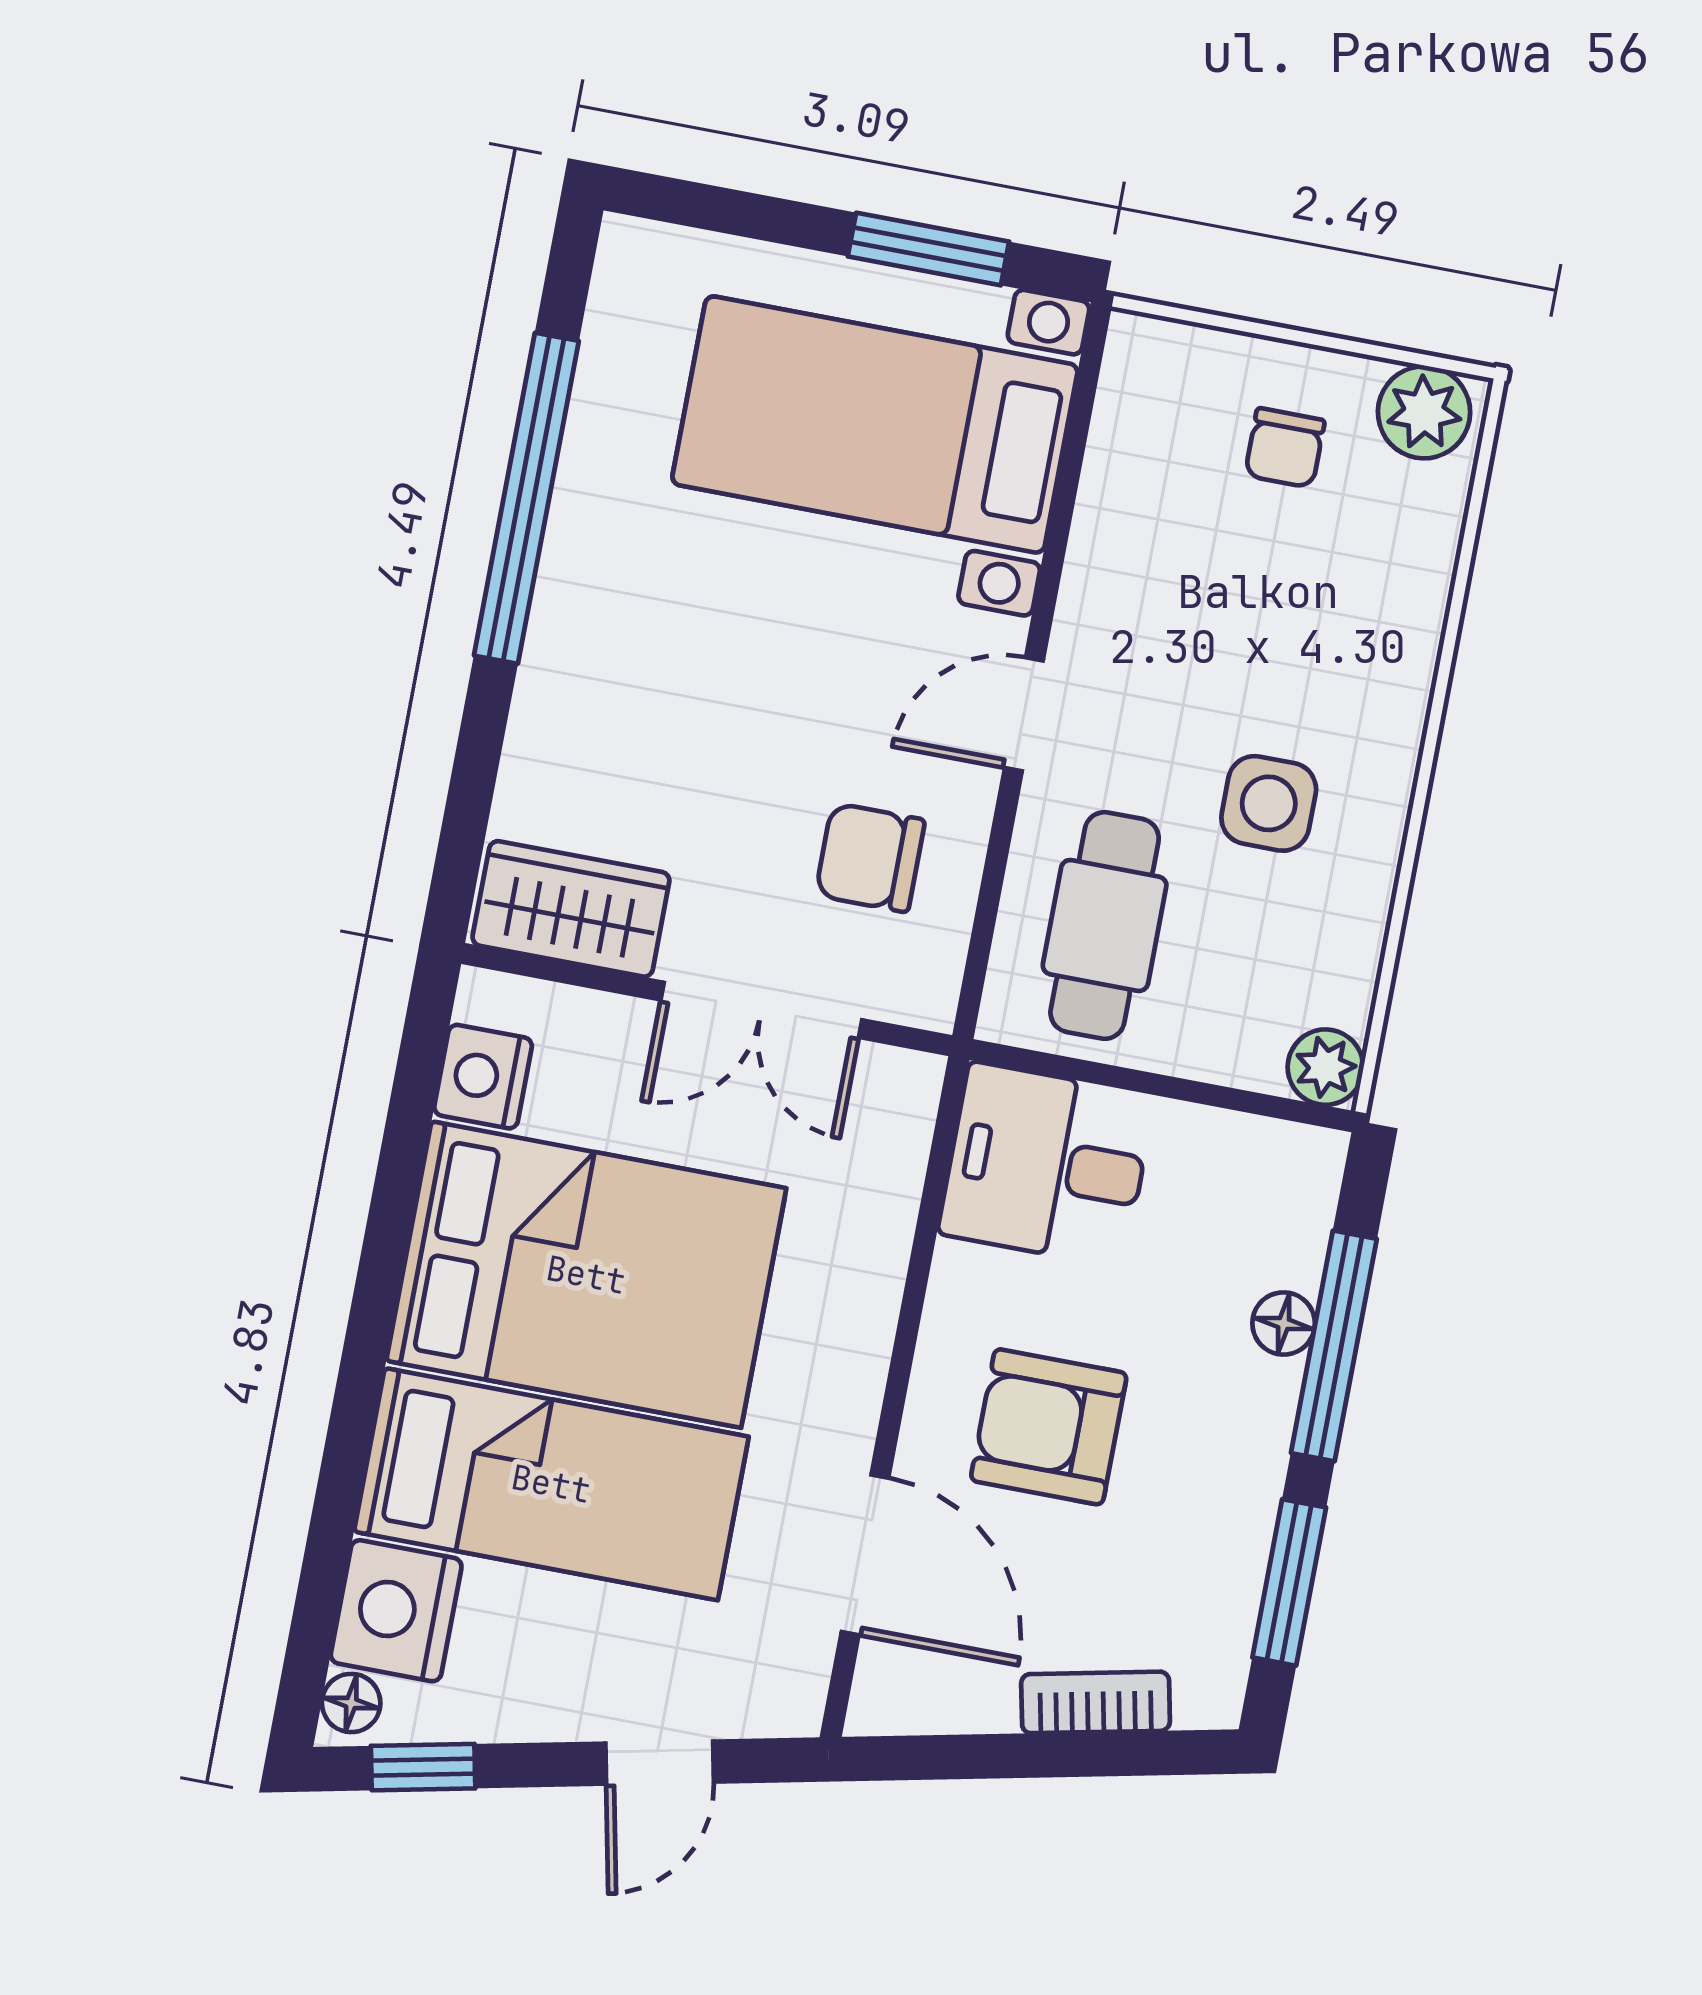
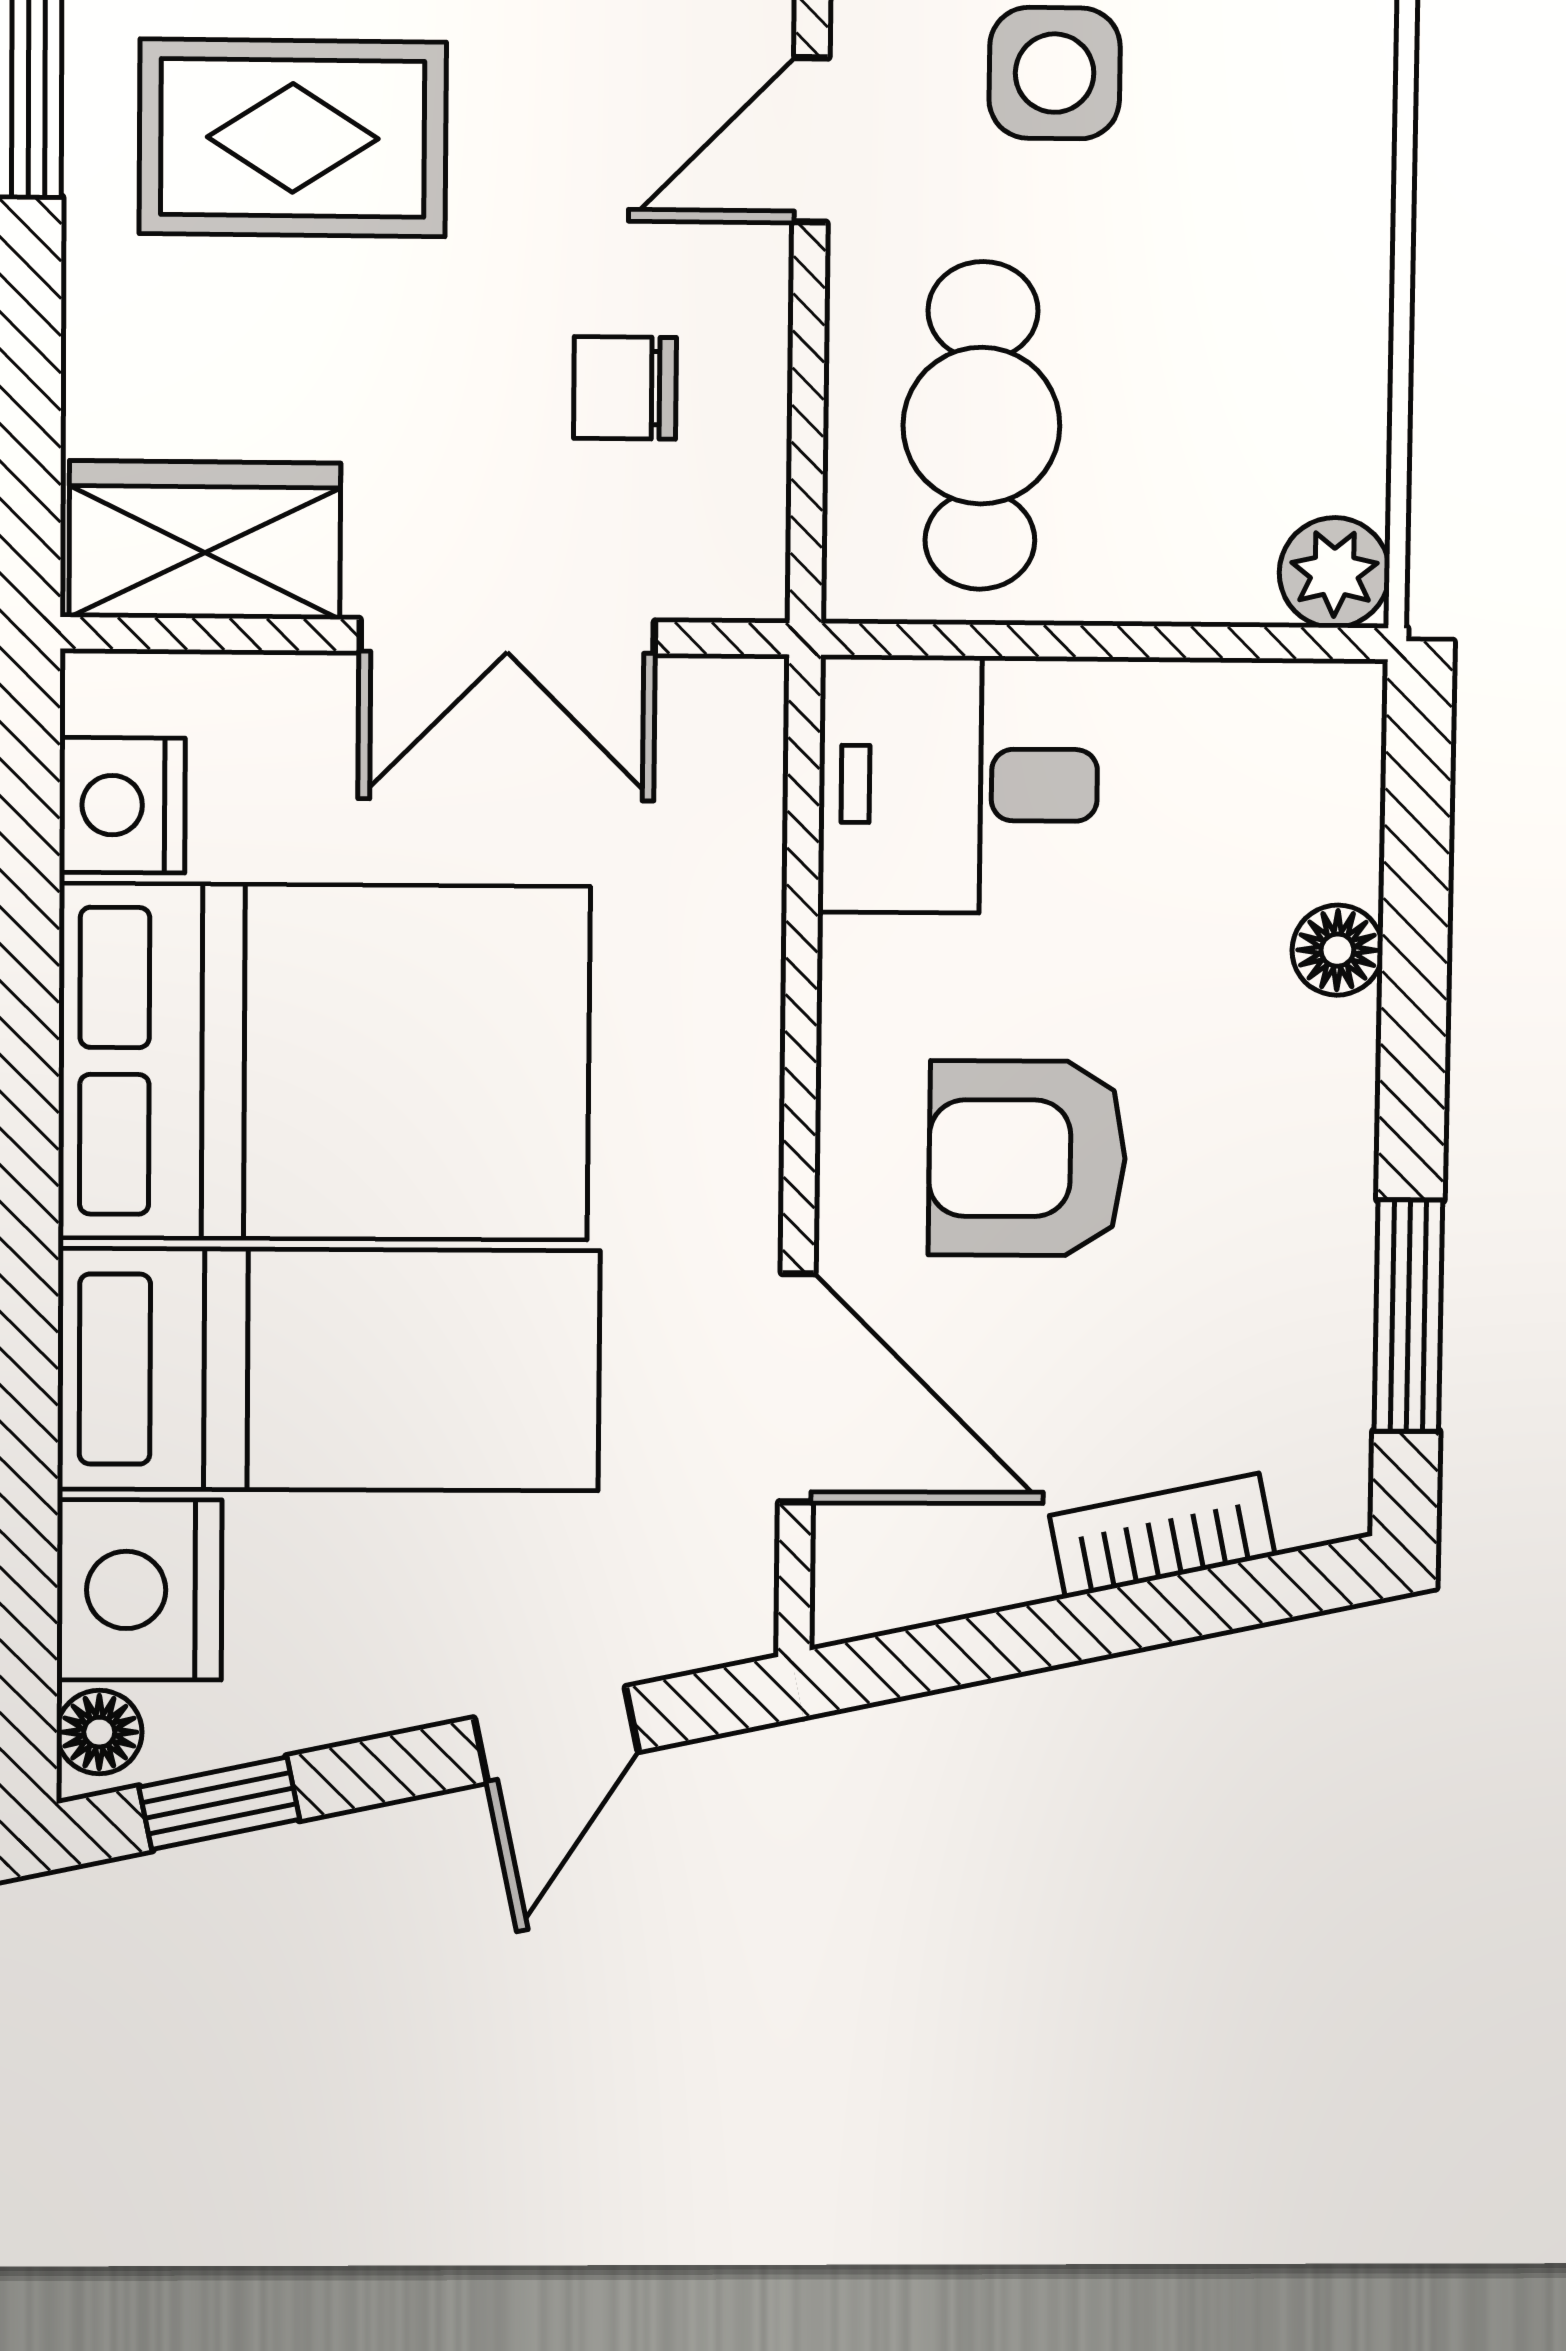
rug: (679, 652) -> (293, 138), added
side table: (1269, 803) -> (1055, 73), moved
chair: (870, 858) -> (625, 388), width x0.73, depth x0.73
window: (1334, 1346) -> (1415, 969), removed

